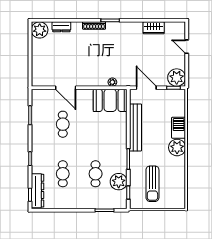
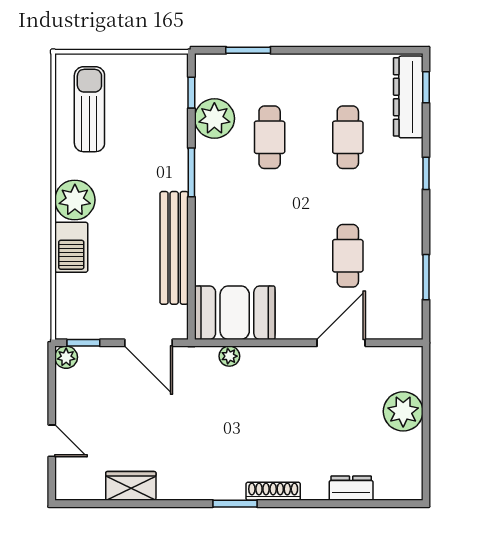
plant: (40, 30) -> (403, 411), moved
plant: (177, 78) -> (66, 357), width x0.53, depth x0.53
door: (66, 88) -> (341, 343), hinge flipped
sun lounger: (152, 184) -> (89, 109), moved

